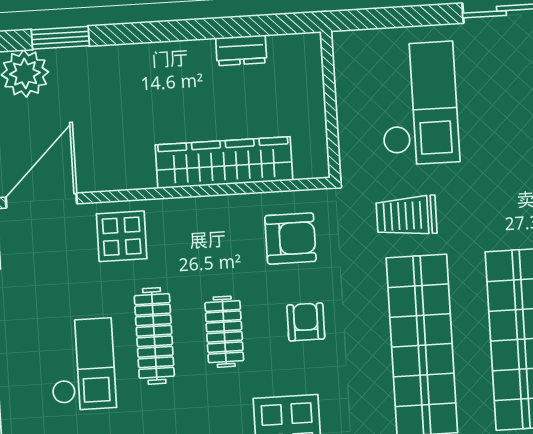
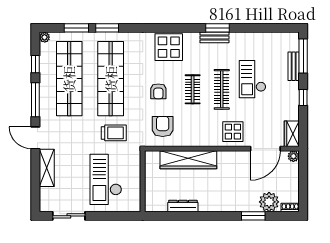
dresser: (241, 50) -> (183, 206), width x1.44
armchair: (290, 238) -> (163, 126), turned 90

